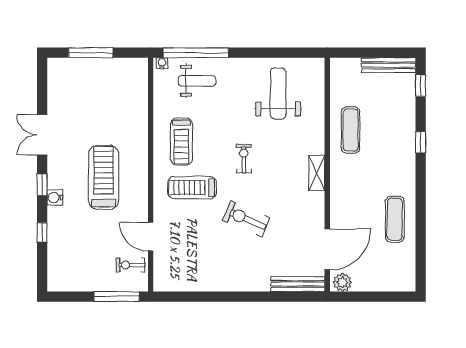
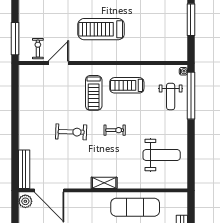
exercise mat: (351, 130) -> (135, 207), width x1.36, depth x1.45
treadmill: (104, 177) -> (101, 29), turned 180
treadmill: (192, 188) -> (94, 93), turned 180
exercise bike: (246, 219) -> (71, 132), turned 69

